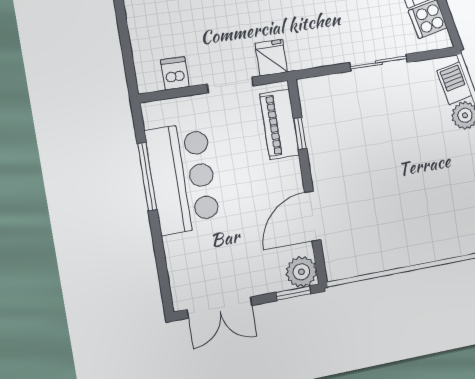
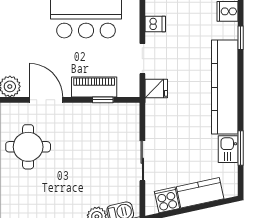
piano: (279, 124) -> (94, 87), moved
round table: (383, 230) -> (28, 147), added

